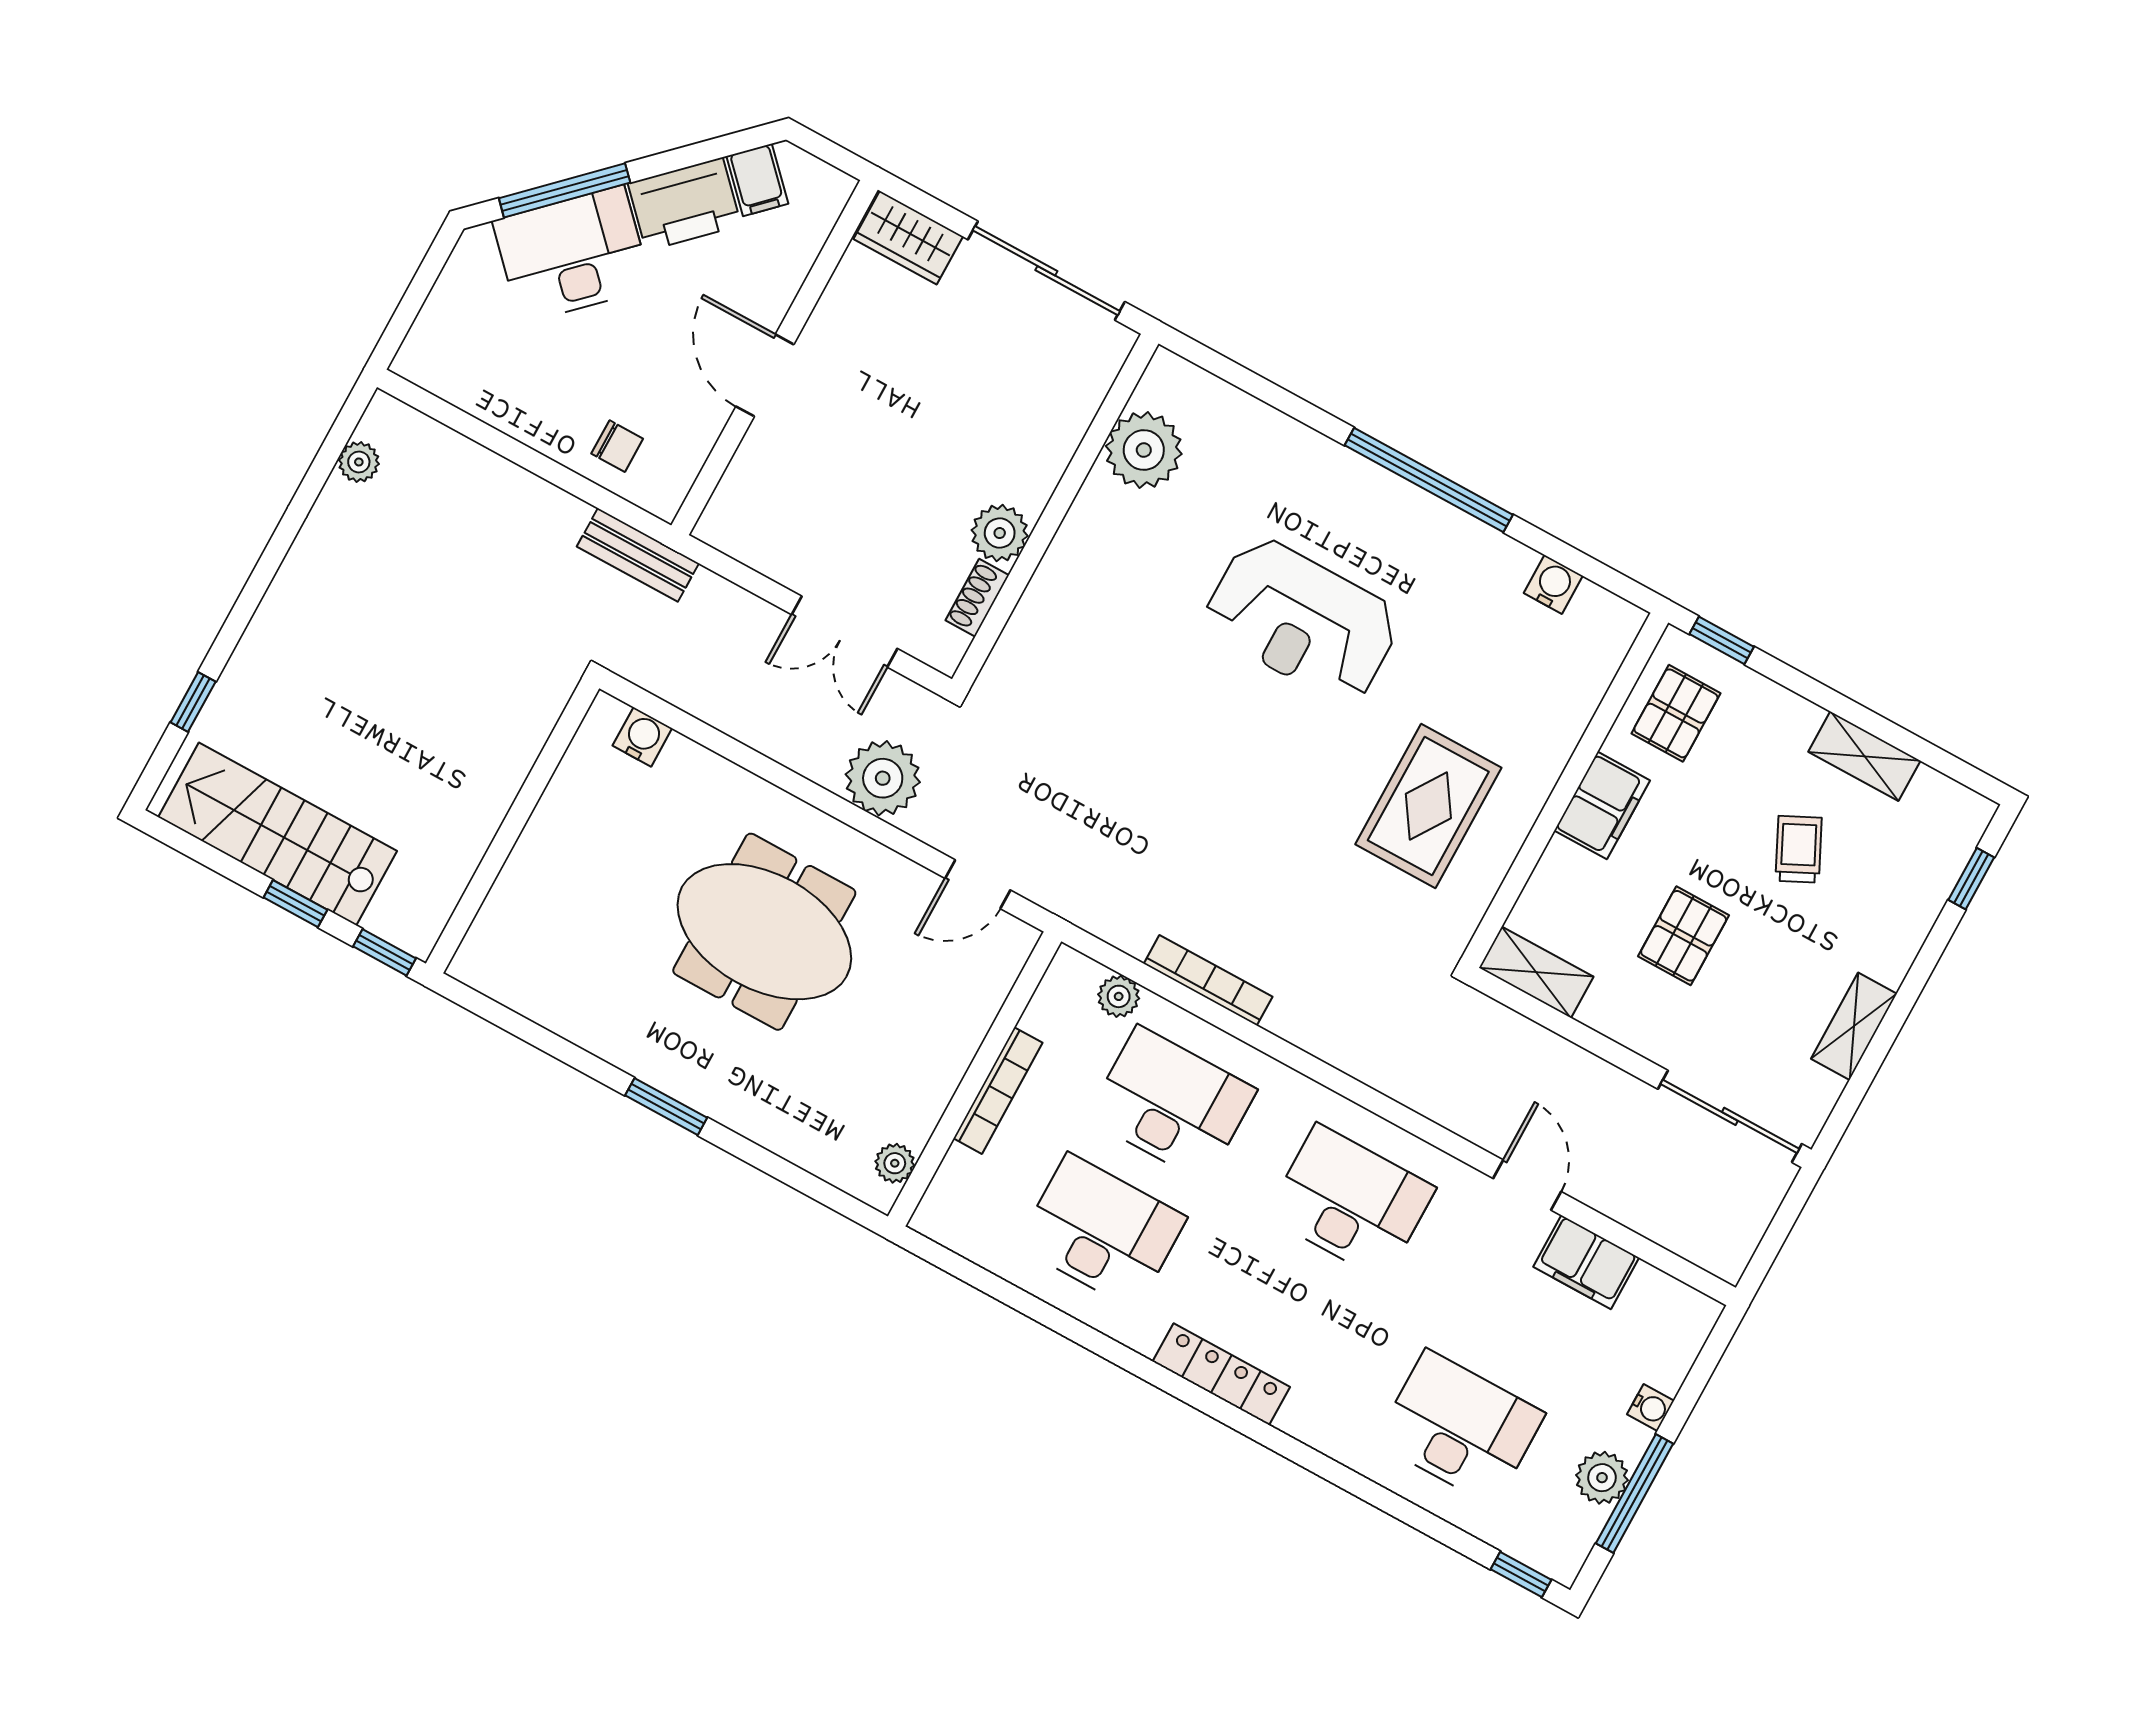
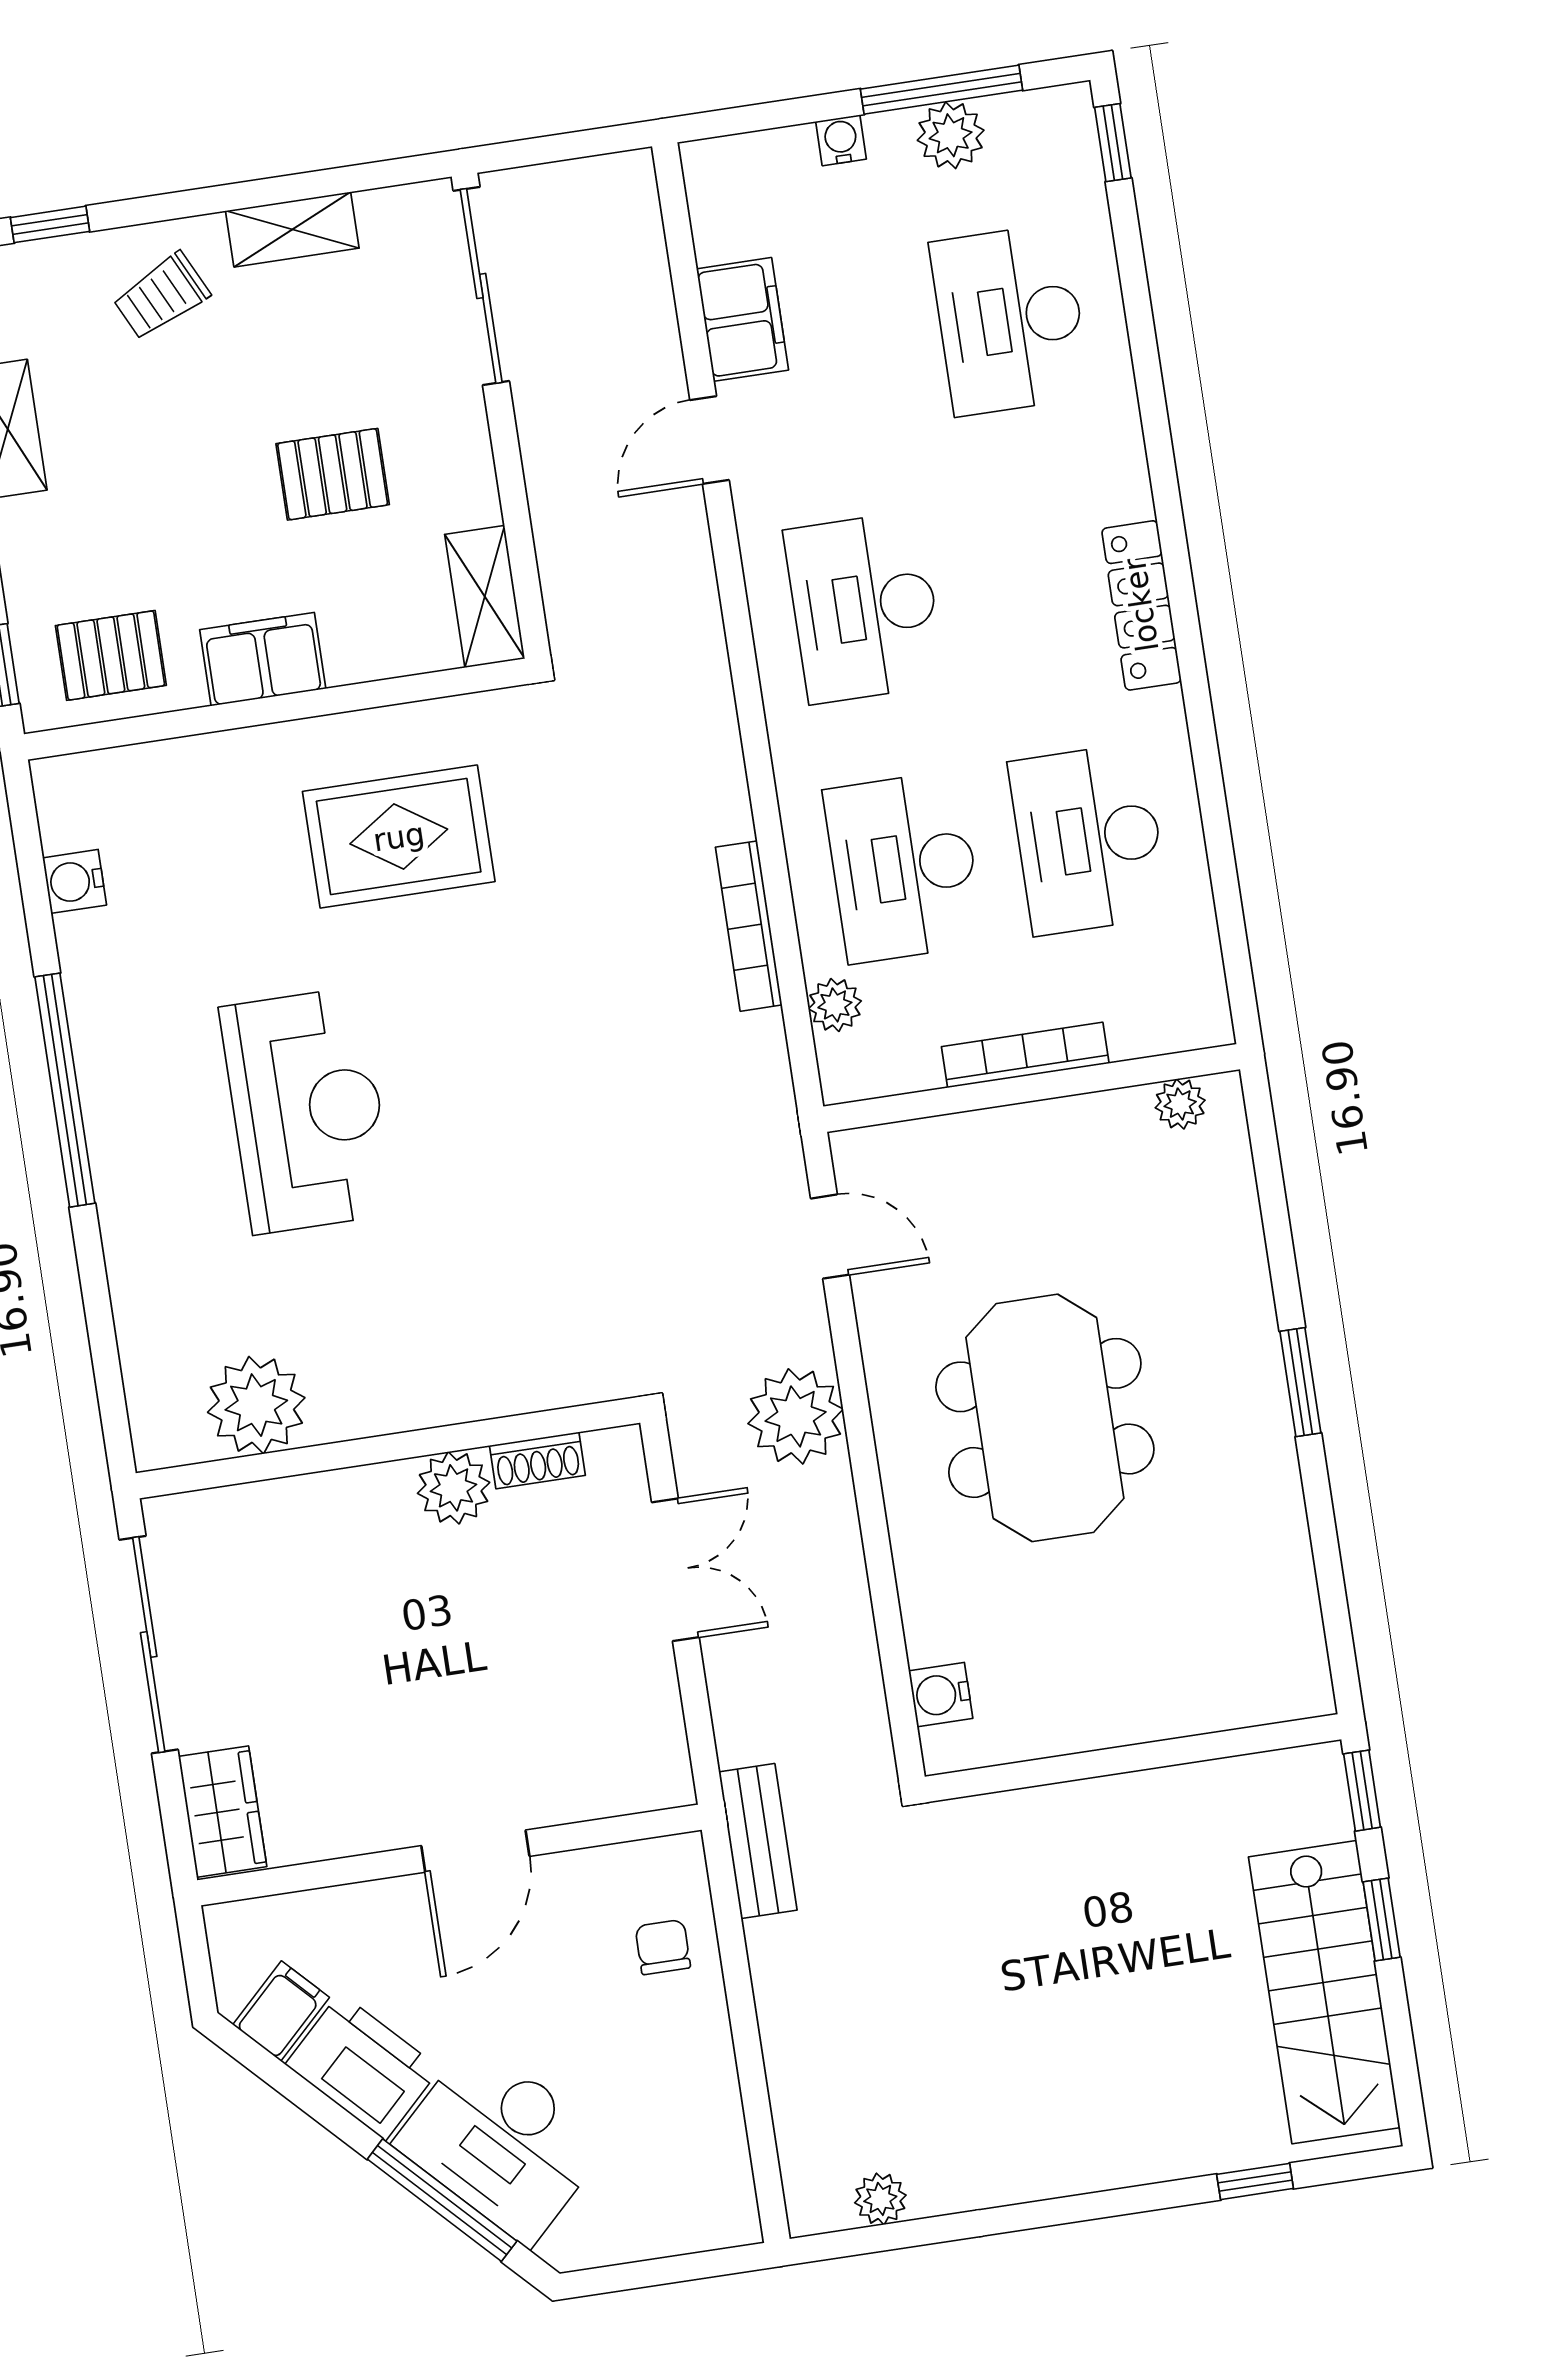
trolley: (1799, 849) -> (161, 296), moved

